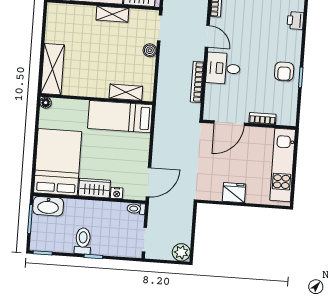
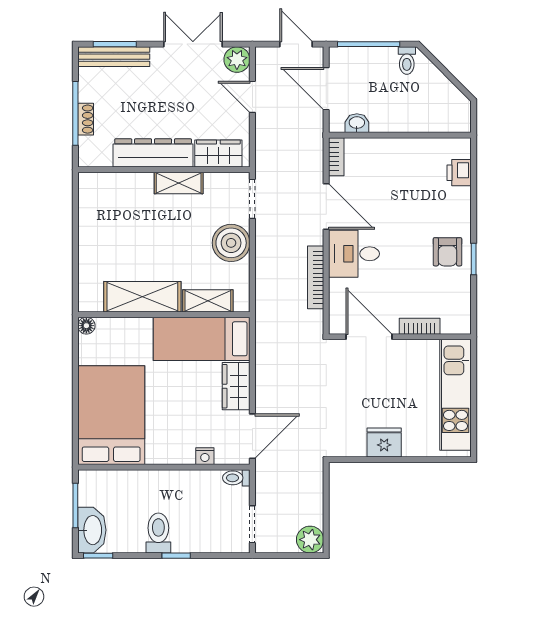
door: (207, 36) -> (326, 206), width x1.38
boiler: (150, 50) -> (231, 243), width x1.86, depth x1.86
shelving: (53, 69) -> (142, 297), moved, turned 90
door: (229, 123) -> (369, 337), swing flipped
wardrobe: (94, 188) -> (236, 386), moved, turned -90
washbasin: (48, 206) -> (92, 530), moved, turned -90

